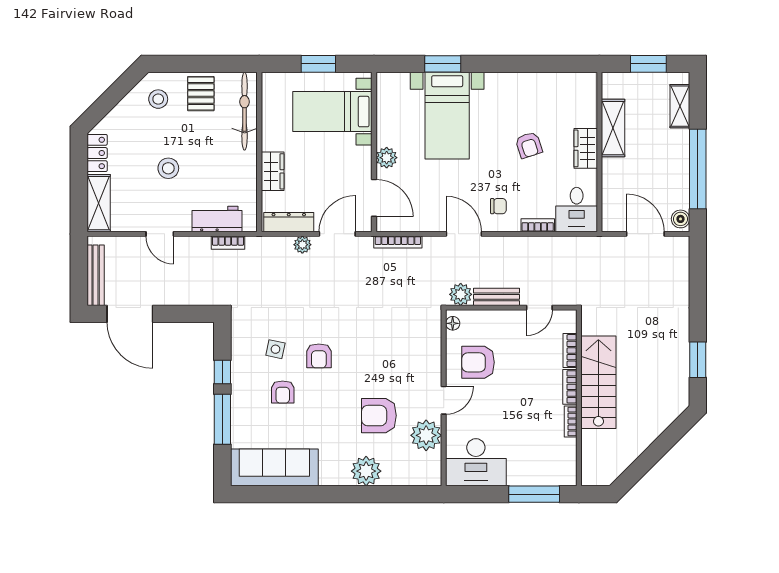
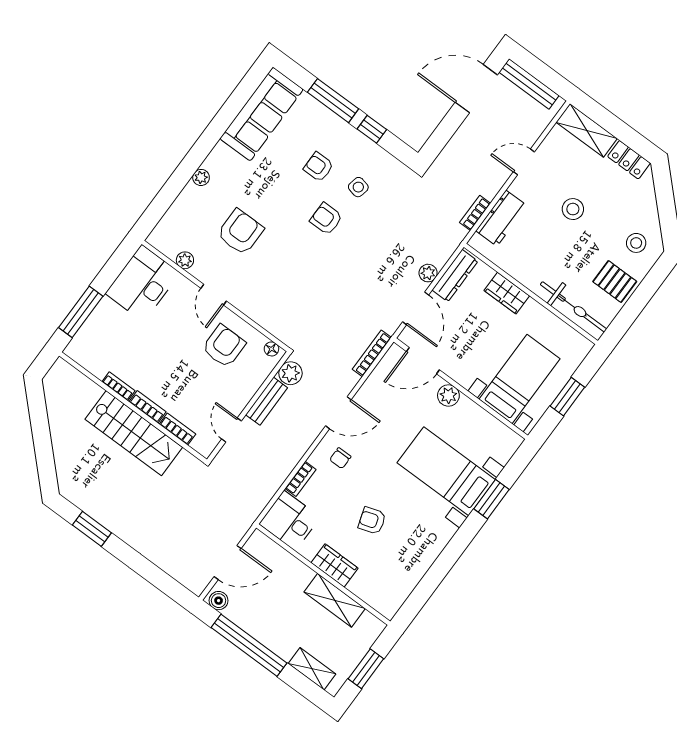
plant: (426, 435) -> (185, 260), width x0.53, depth x0.53
plant: (366, 471) -> (201, 177), width x0.53, depth x0.53

